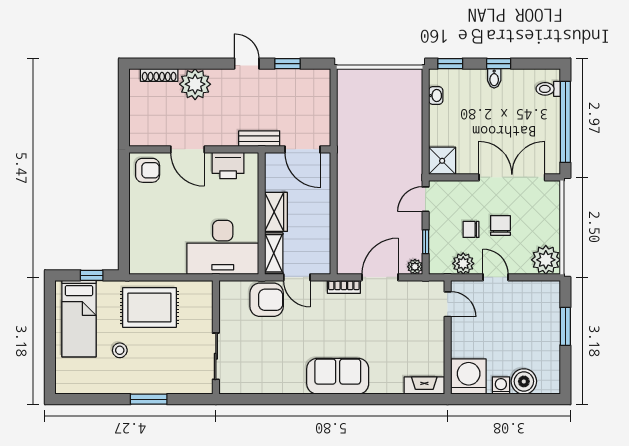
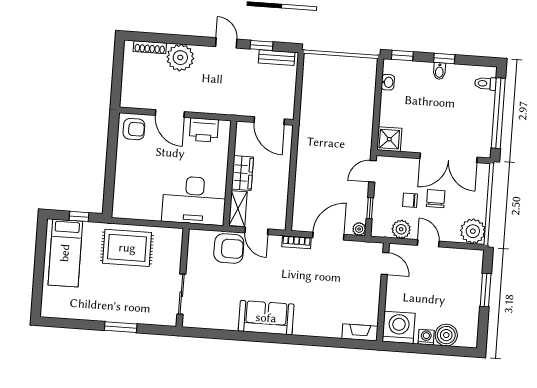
bench: (259, 139) -> (277, 58), moved
double door: (512, 177) -> (449, 158), swing flipped
stool: (120, 350) -> (99, 283), removed
sofa: (338, 376) -> (266, 318), moved

